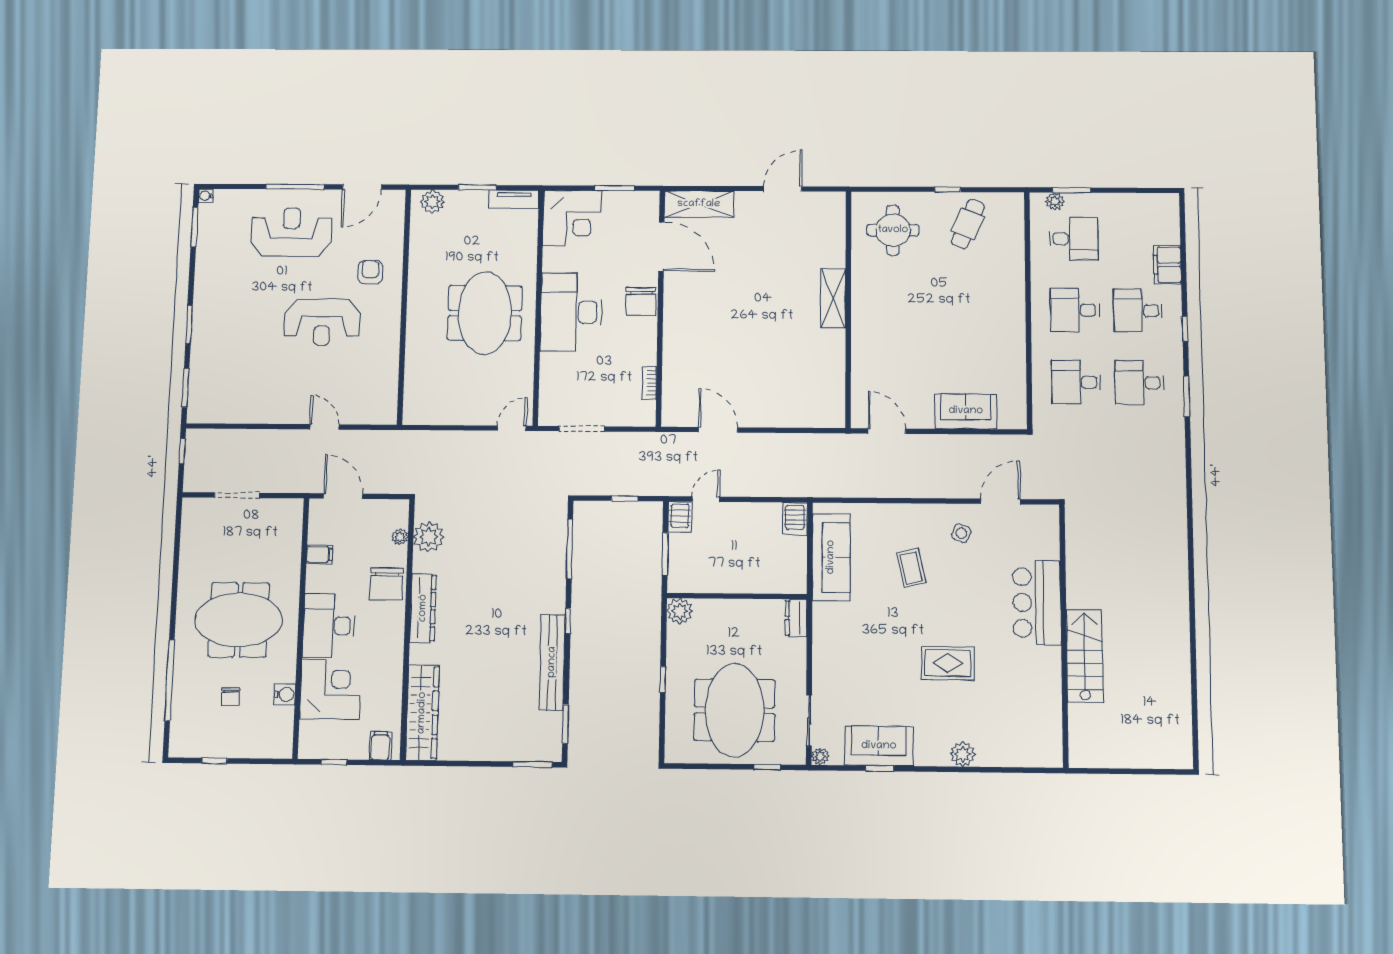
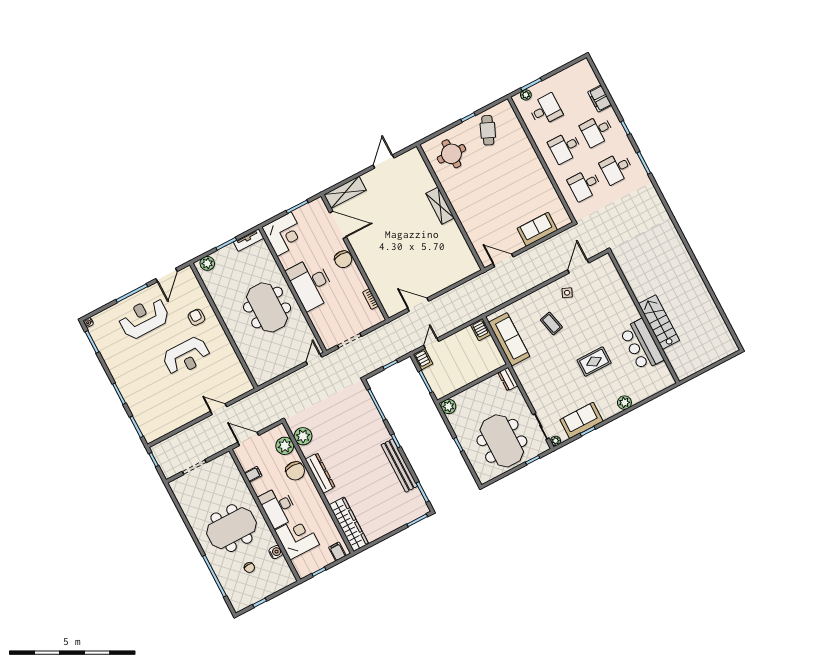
plant: (400, 537) -> (285, 446), width x1.87, depth x1.87
bar counter: (1037, 603) -> (642, 345), moved

